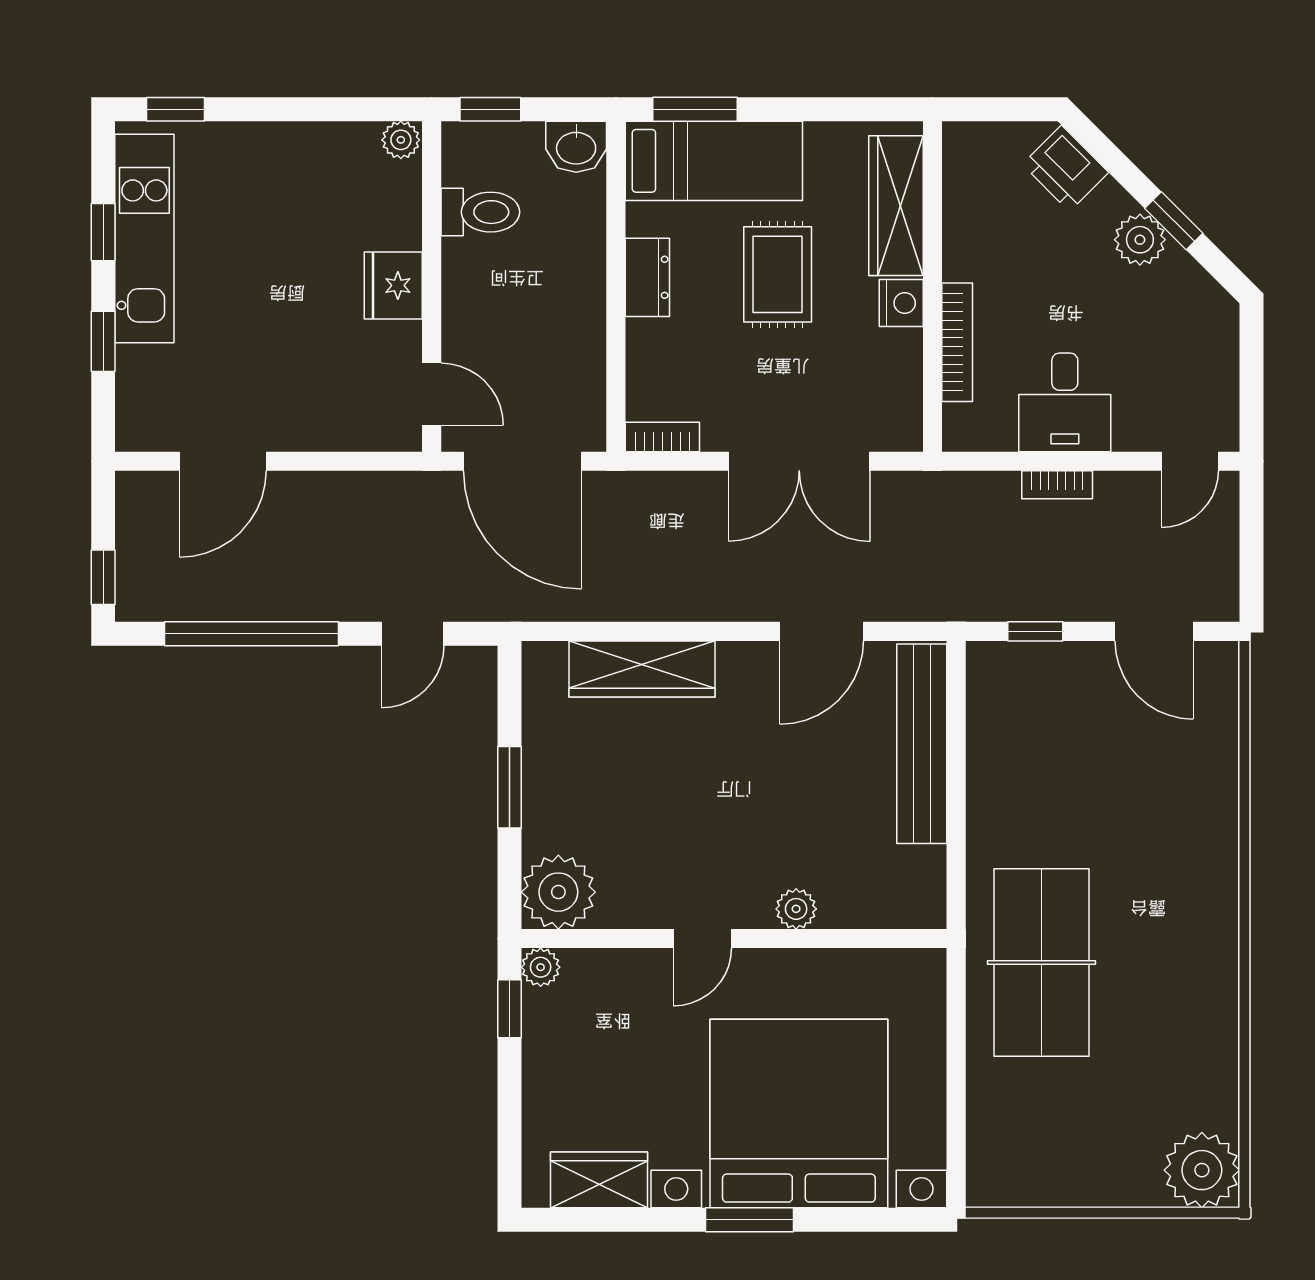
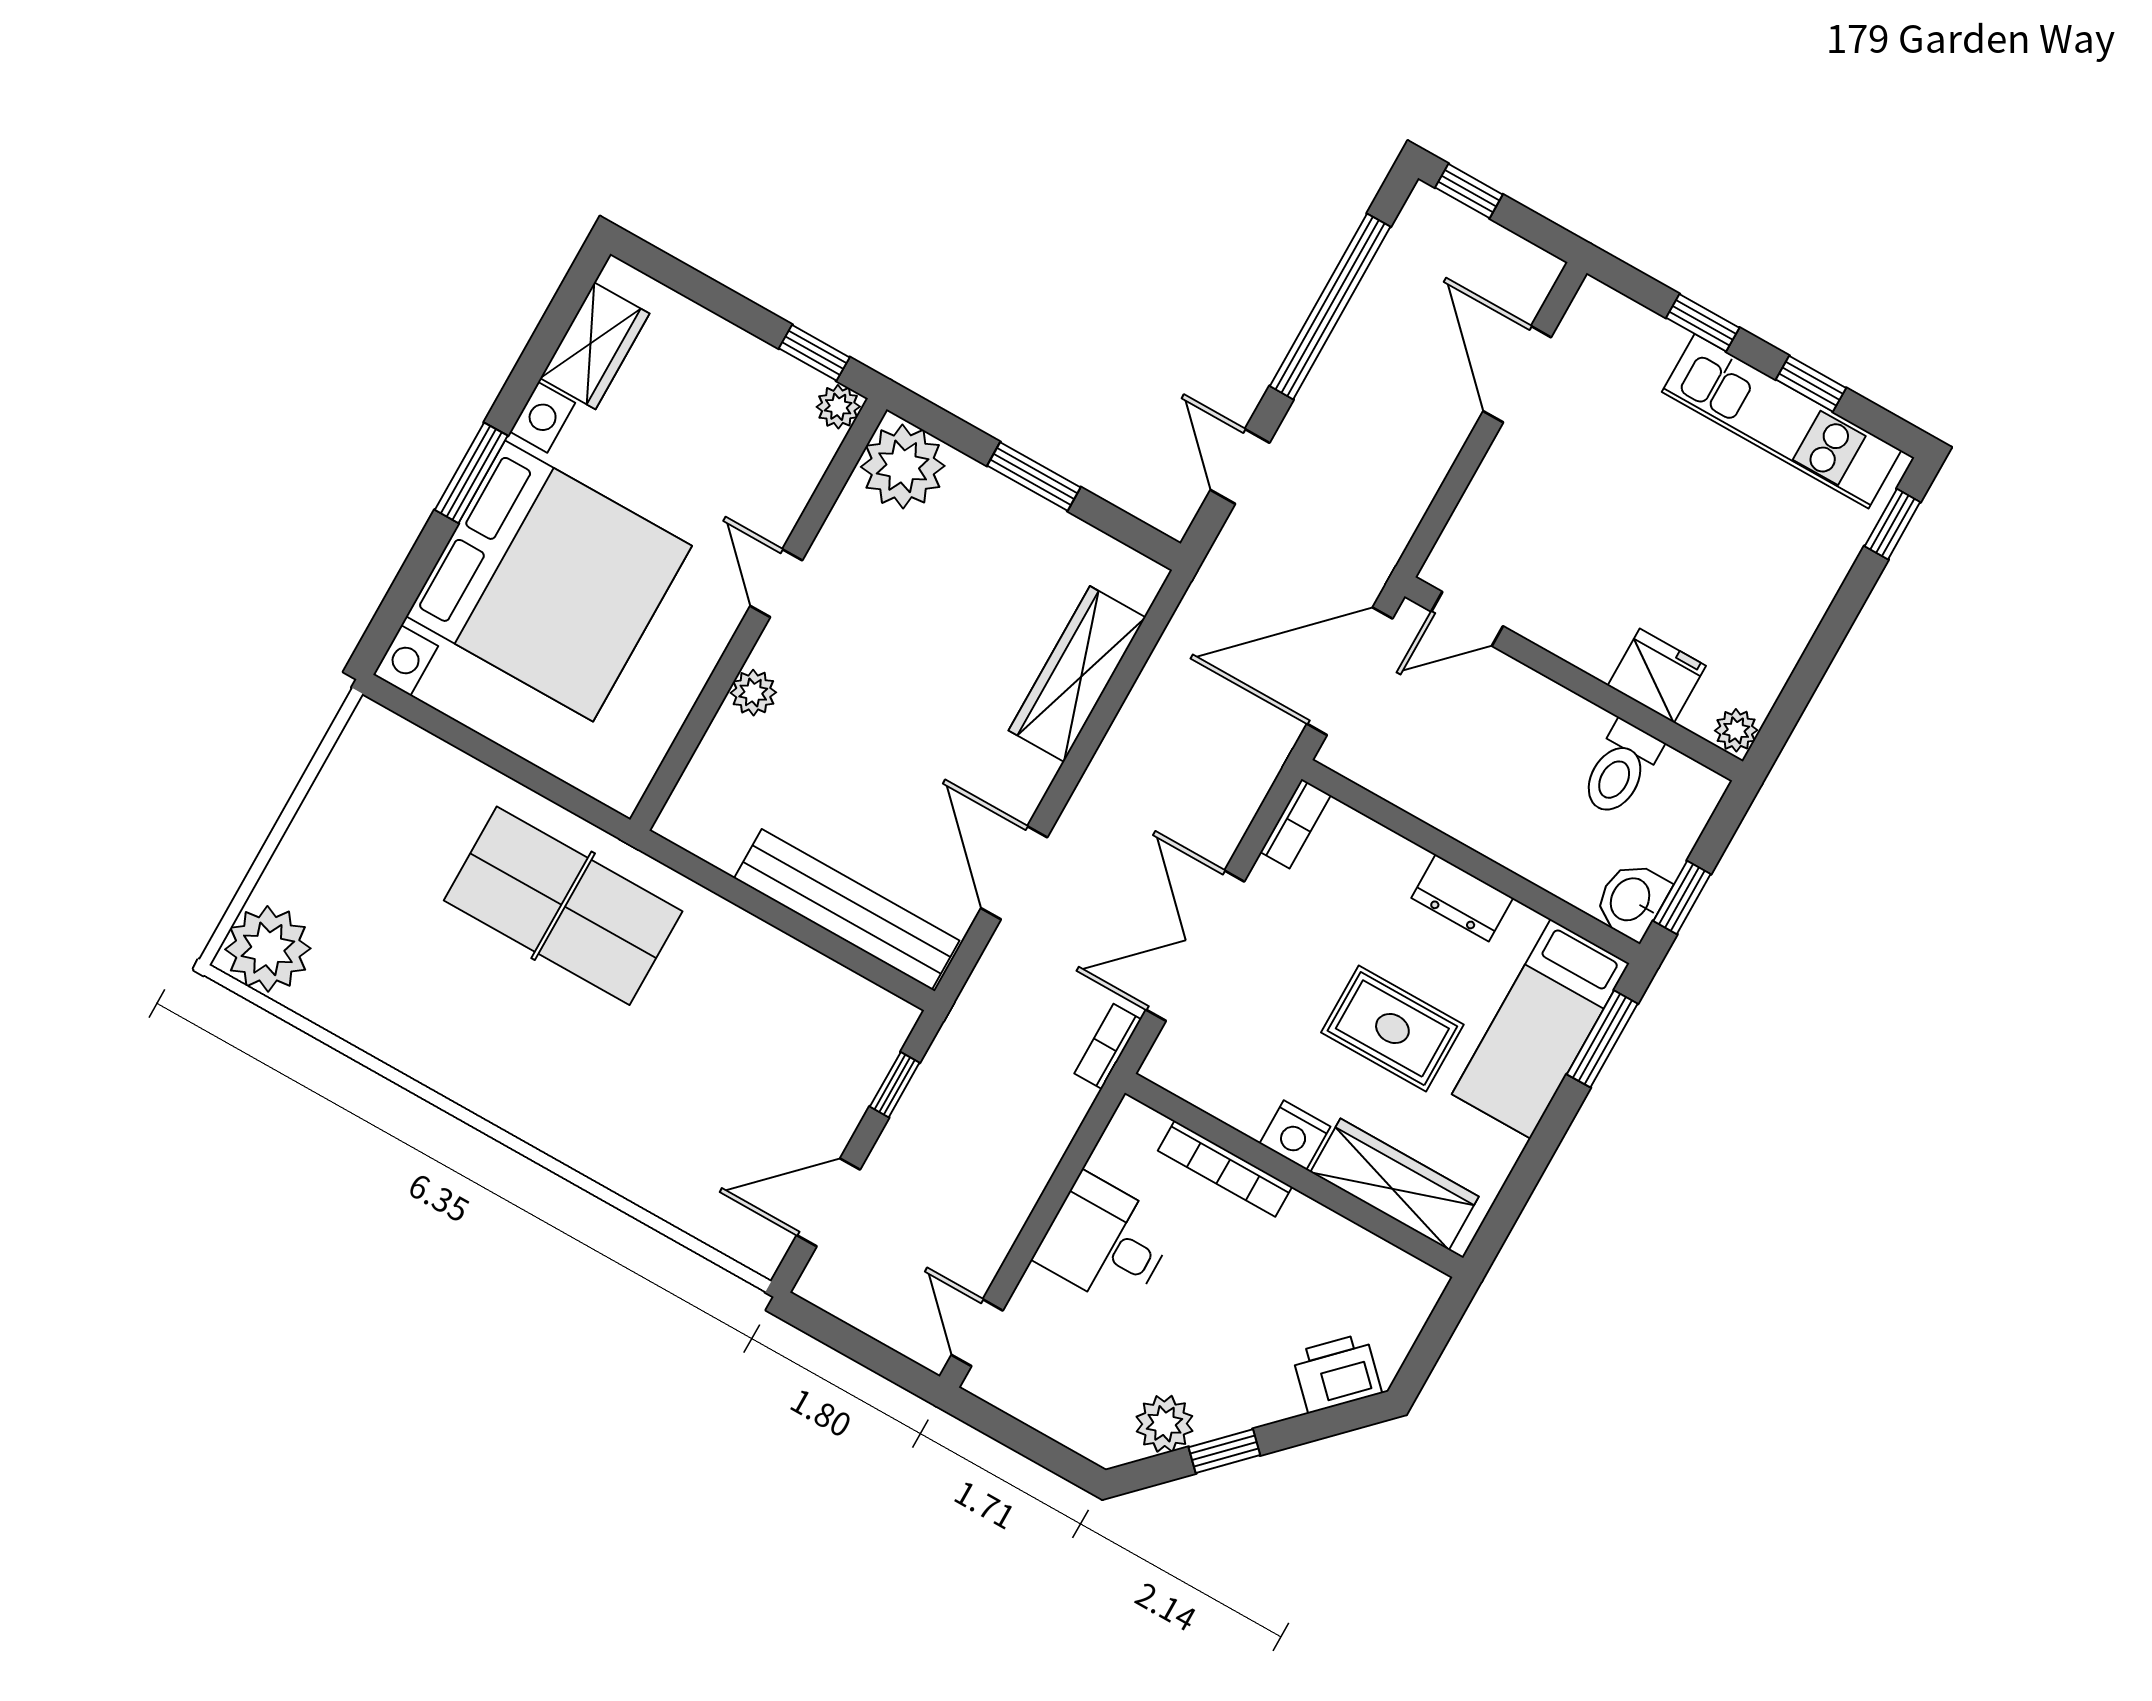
window: (490, 109) -> (1682, 898), moved
plant: (1140, 240) -> (1164, 1424), moved
fridge: (393, 285) -> (1657, 676), moved
bookcase: (1057, 485) -> (1108, 1046), moved

